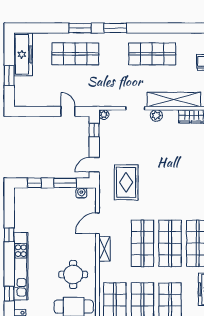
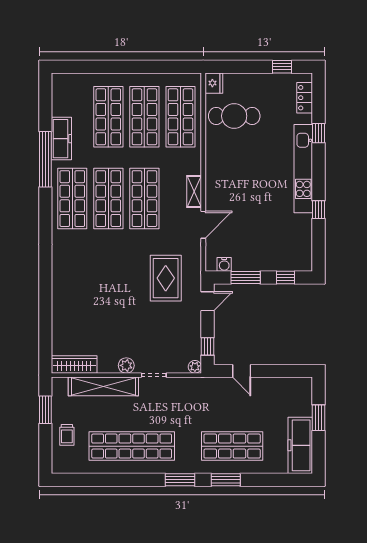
shop shelf: (152, 54) -> (132, 446), width x1.40
round table: (73, 275) -> (235, 158), removed

